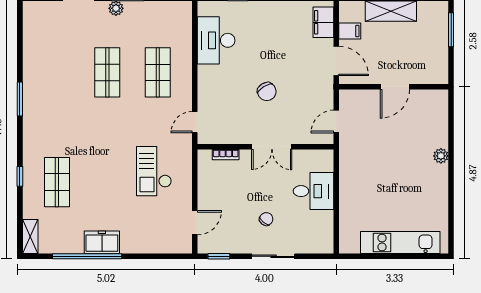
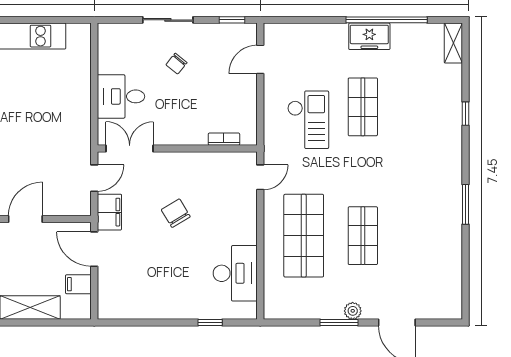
filing cabinet: (323, 22) -> (109, 212), moved
shop shelf: (158, 72) -> (304, 236), width x1.43, depth x1.36
double door: (272, 147) -> (130, 148), moved
shop shelf: (57, 182) -> (363, 107), moved

